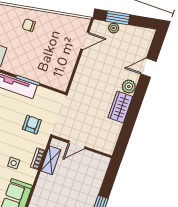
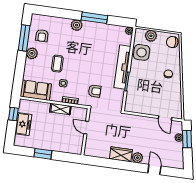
shelving: (51, 160) -> (60, 109), moved

